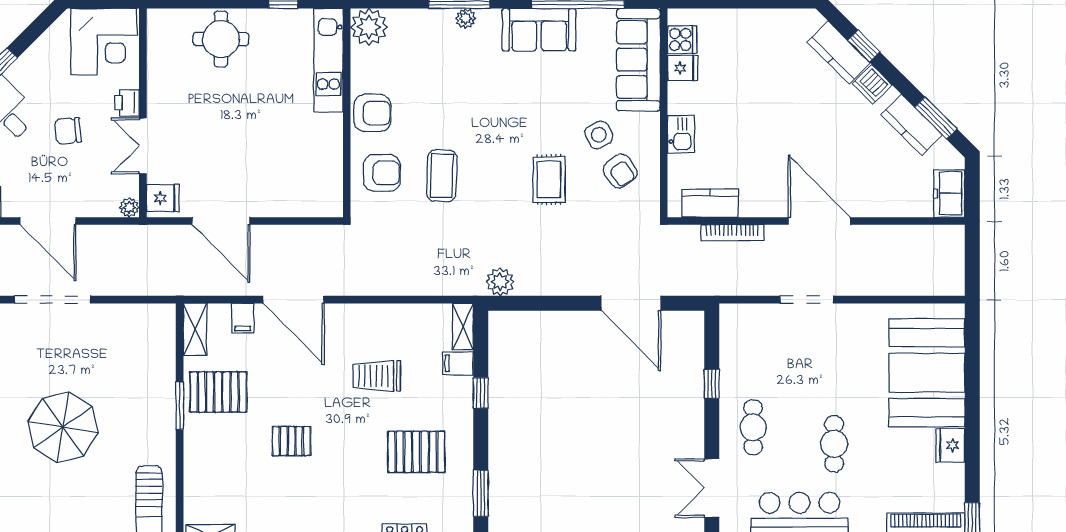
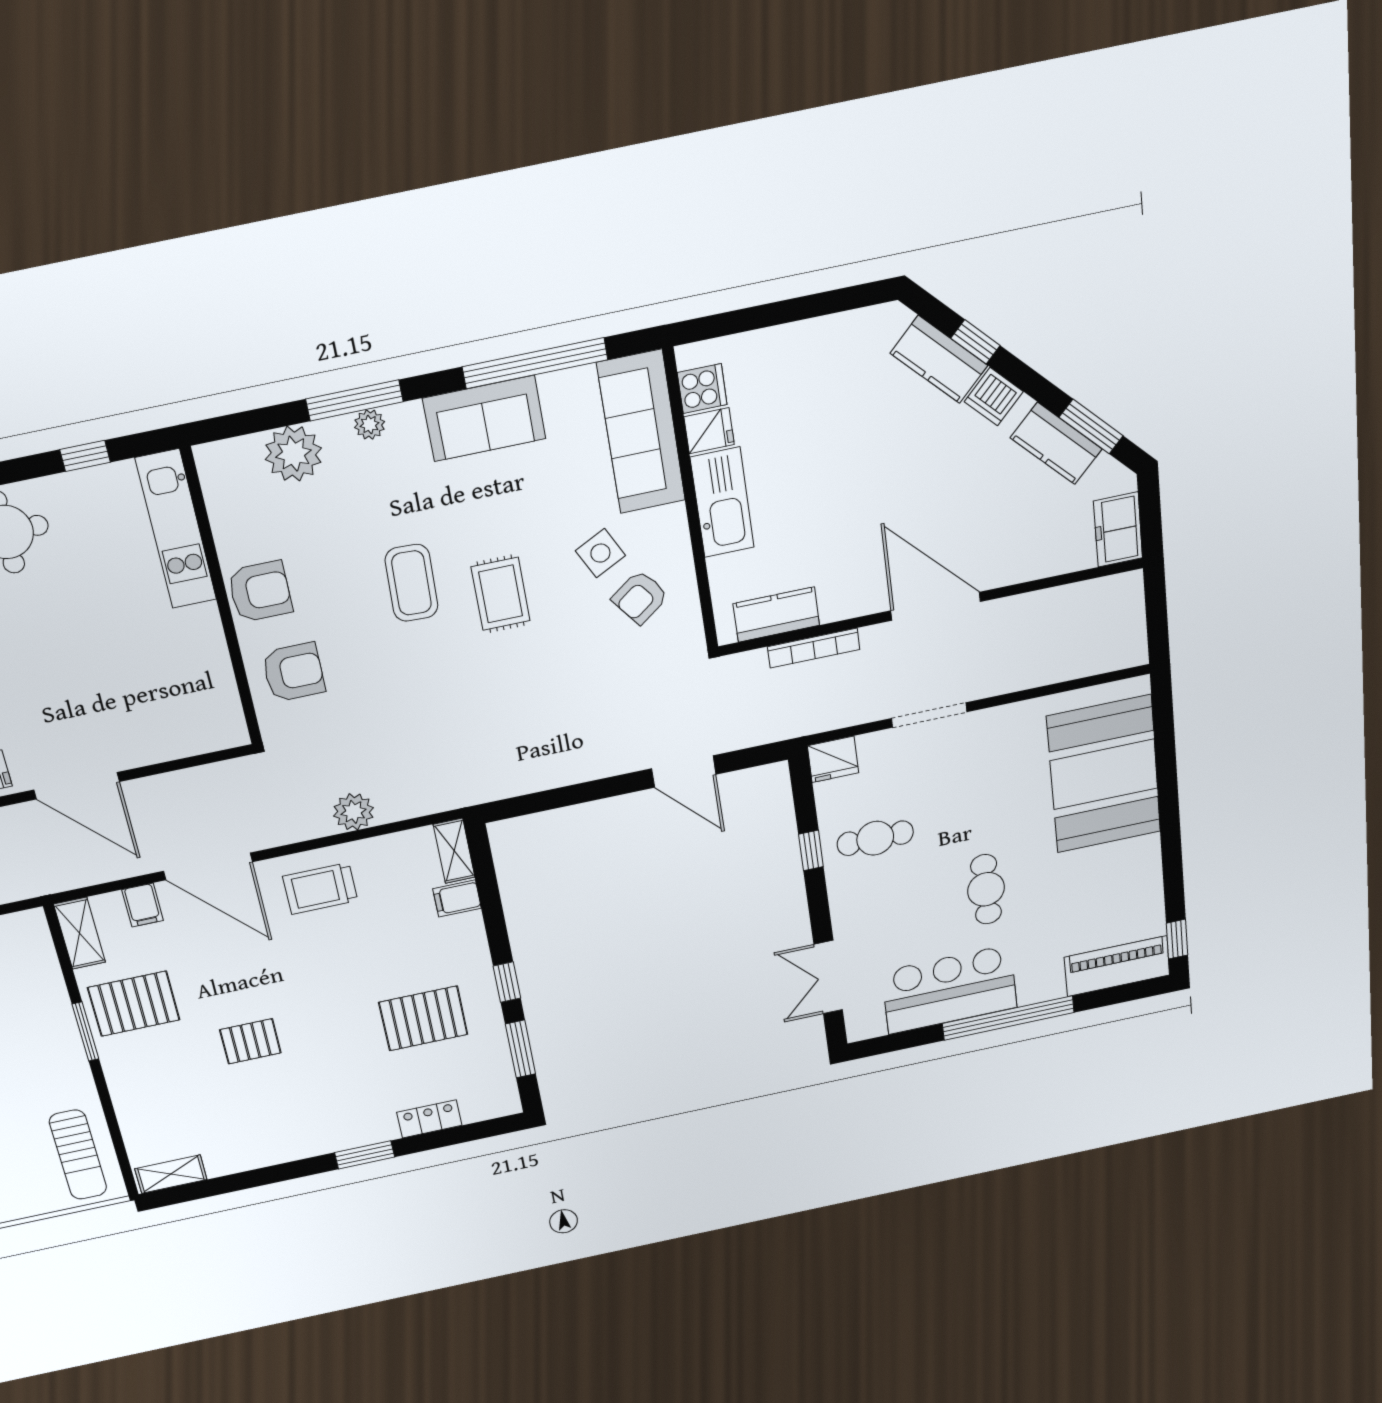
plant: (369, 27) -> (293, 454), moved
kitchen sink: (681, 134) -> (722, 502), width x1.87, depth x1.24
armchair: (620, 171) -> (640, 597), turned 88
coffee table: (442, 176) -> (411, 583), moved
rug: (549, 180) -> (501, 594), moved
plant: (500, 282) -> (354, 812), moved
door: (631, 303) -> (684, 772), width x0.73
trolley: (377, 376) -> (320, 888), moved
window: (481, 393) -> (507, 982), moved
cafe table: (753, 427) -> (875, 838), moved, turned 90
fridge: (950, 445) -> (833, 759), moved, turned -90

